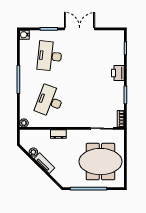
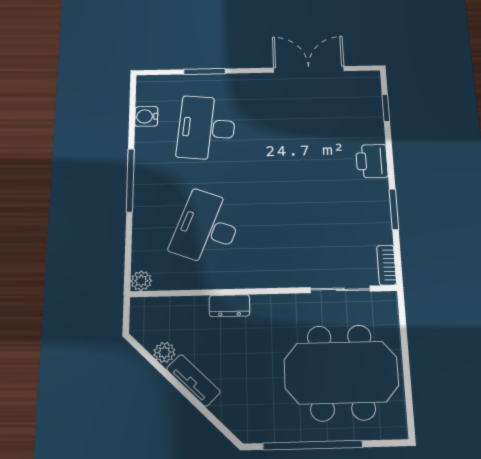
double door: (80, 29) -> (309, 69), moved
water cooler: (24, 35) -> (146, 116), moved

